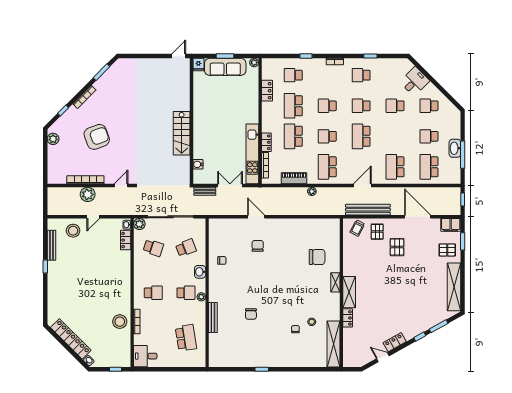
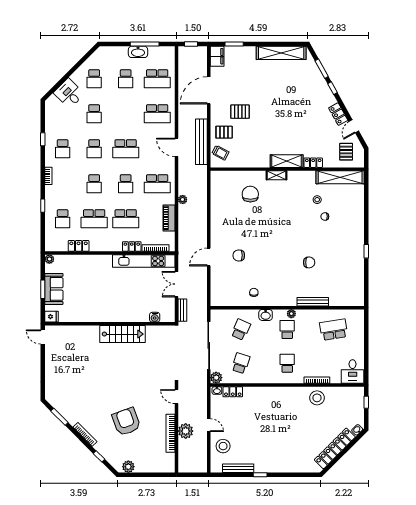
sofa: (225, 67) -> (54, 289), width x0.73
school desk: (186, 248) -> (241, 330), turned 45
pallet: (447, 250) -> (346, 152), moved

